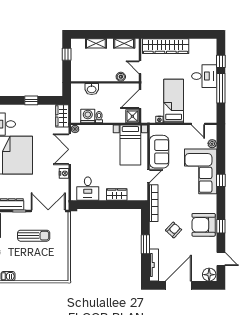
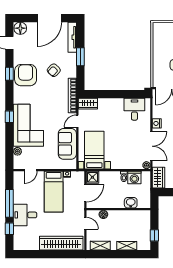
door: (198, 124) -> (31, 170), swing flipped
wardrobe: (117, 194) -> (88, 104), moved
armchair: (204, 225) -> (26, 75), turned -90

